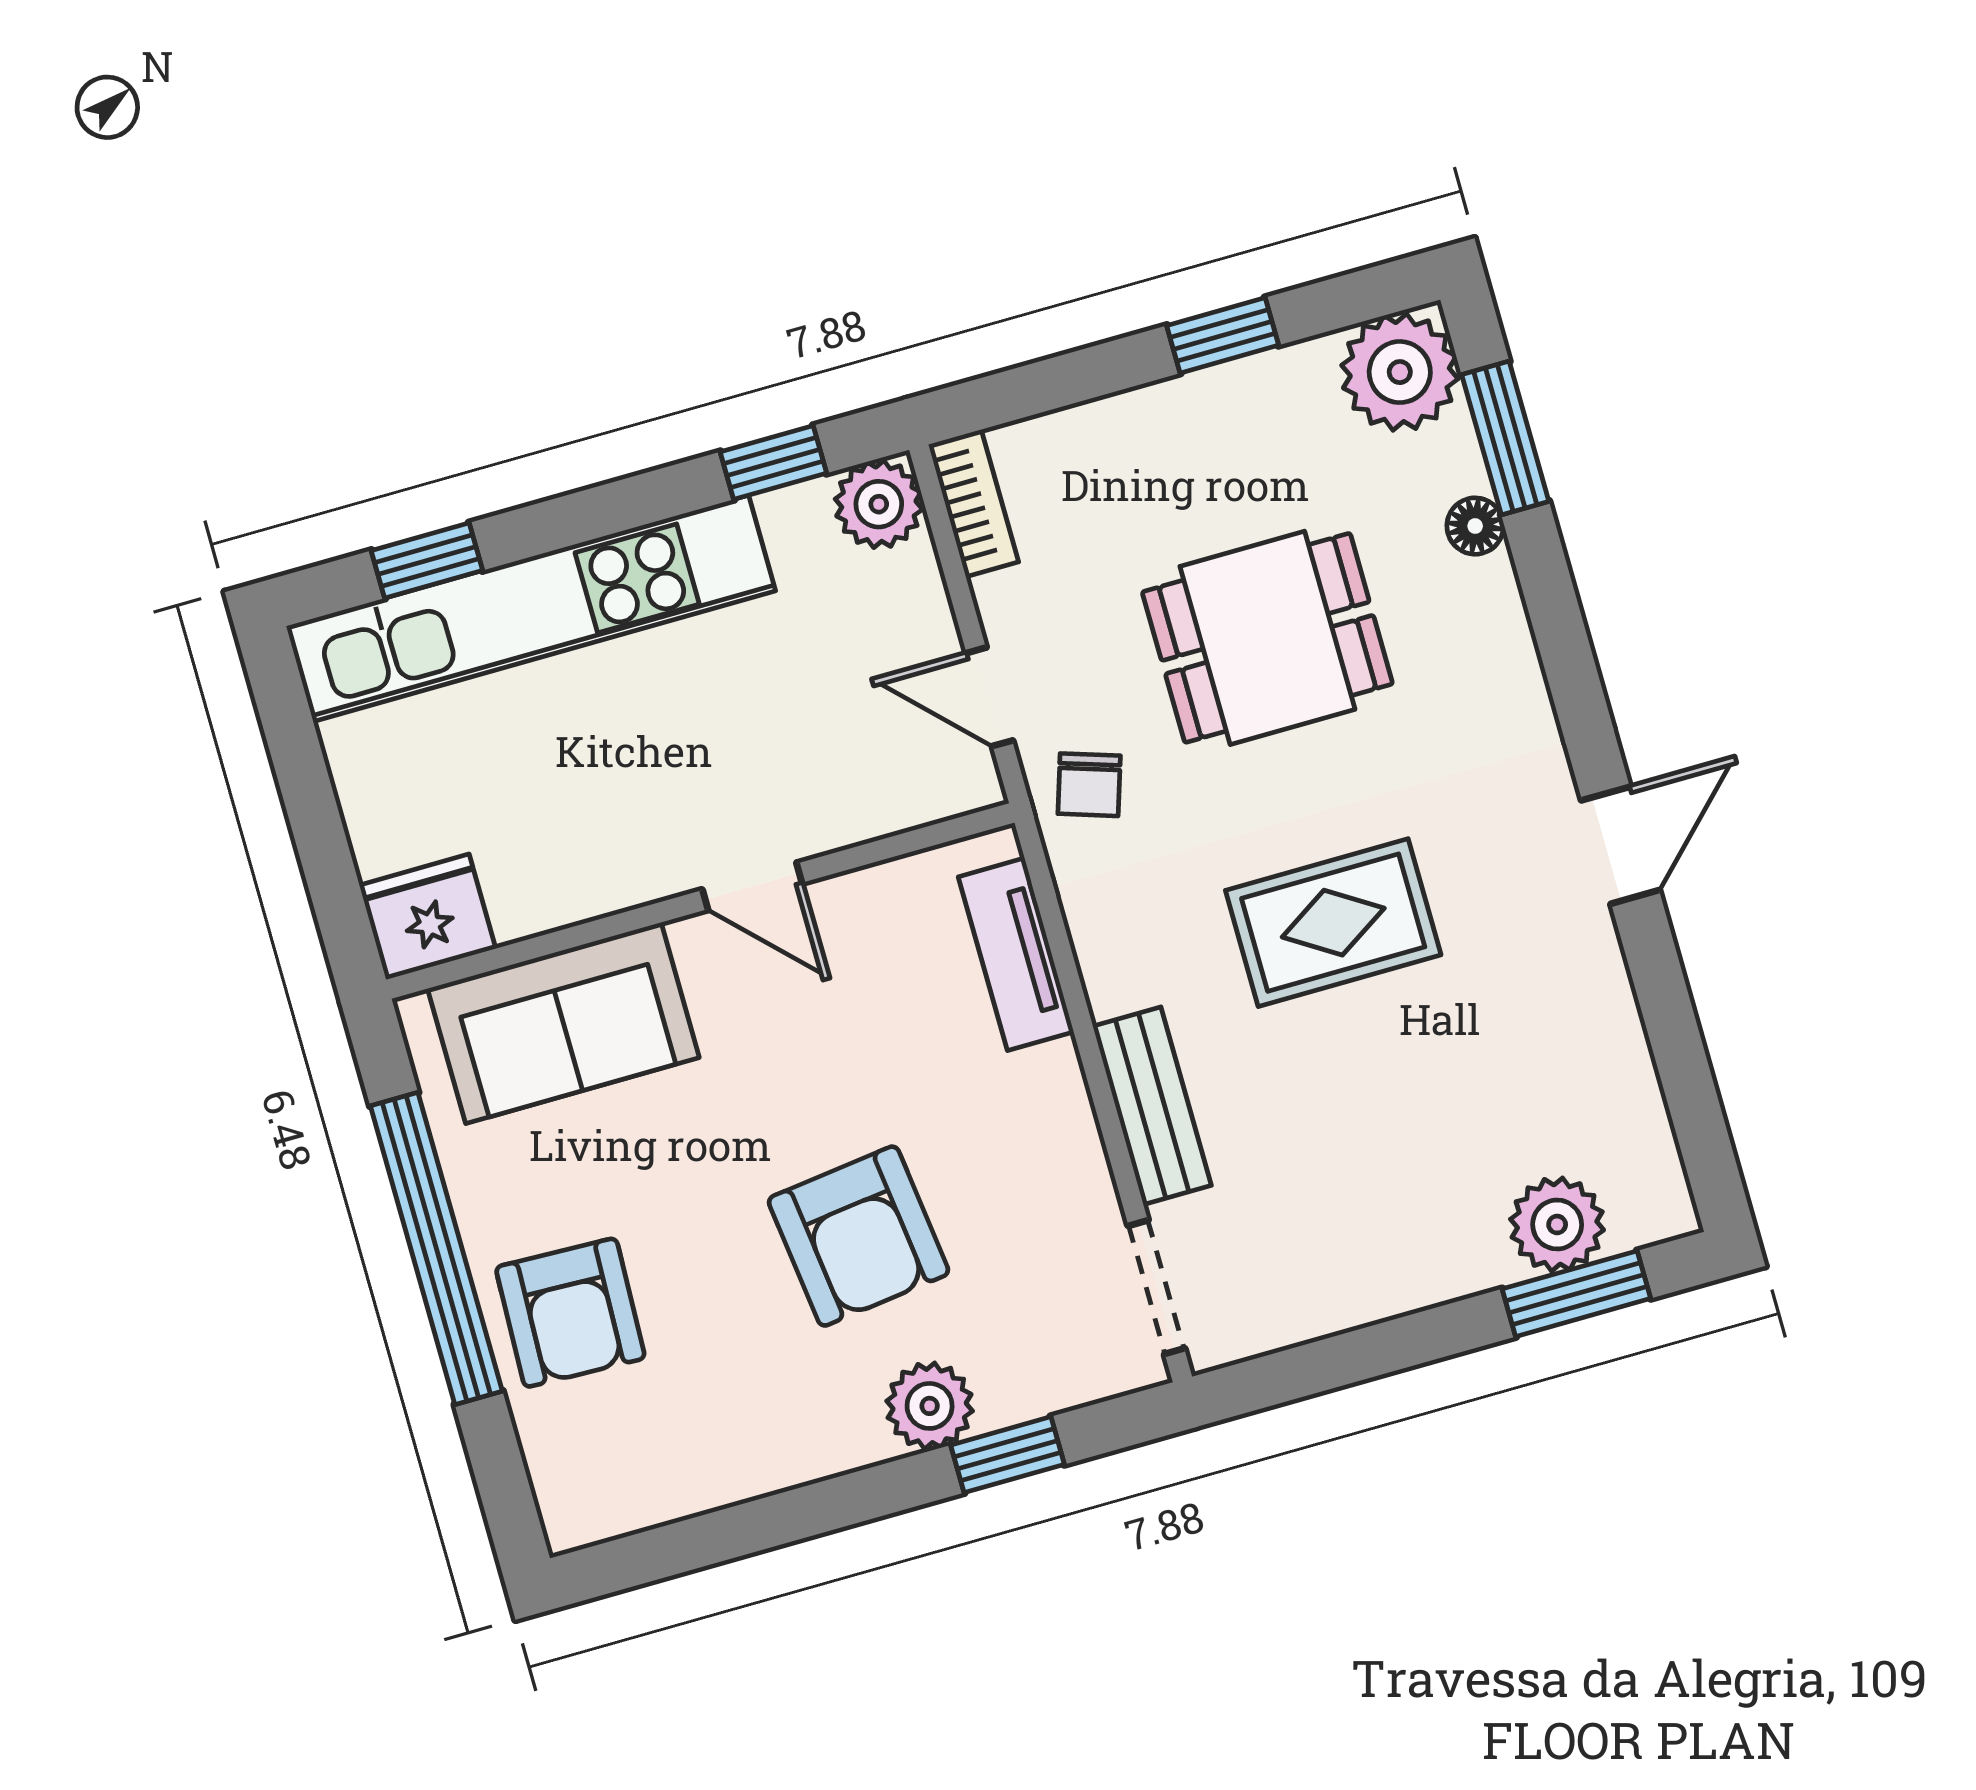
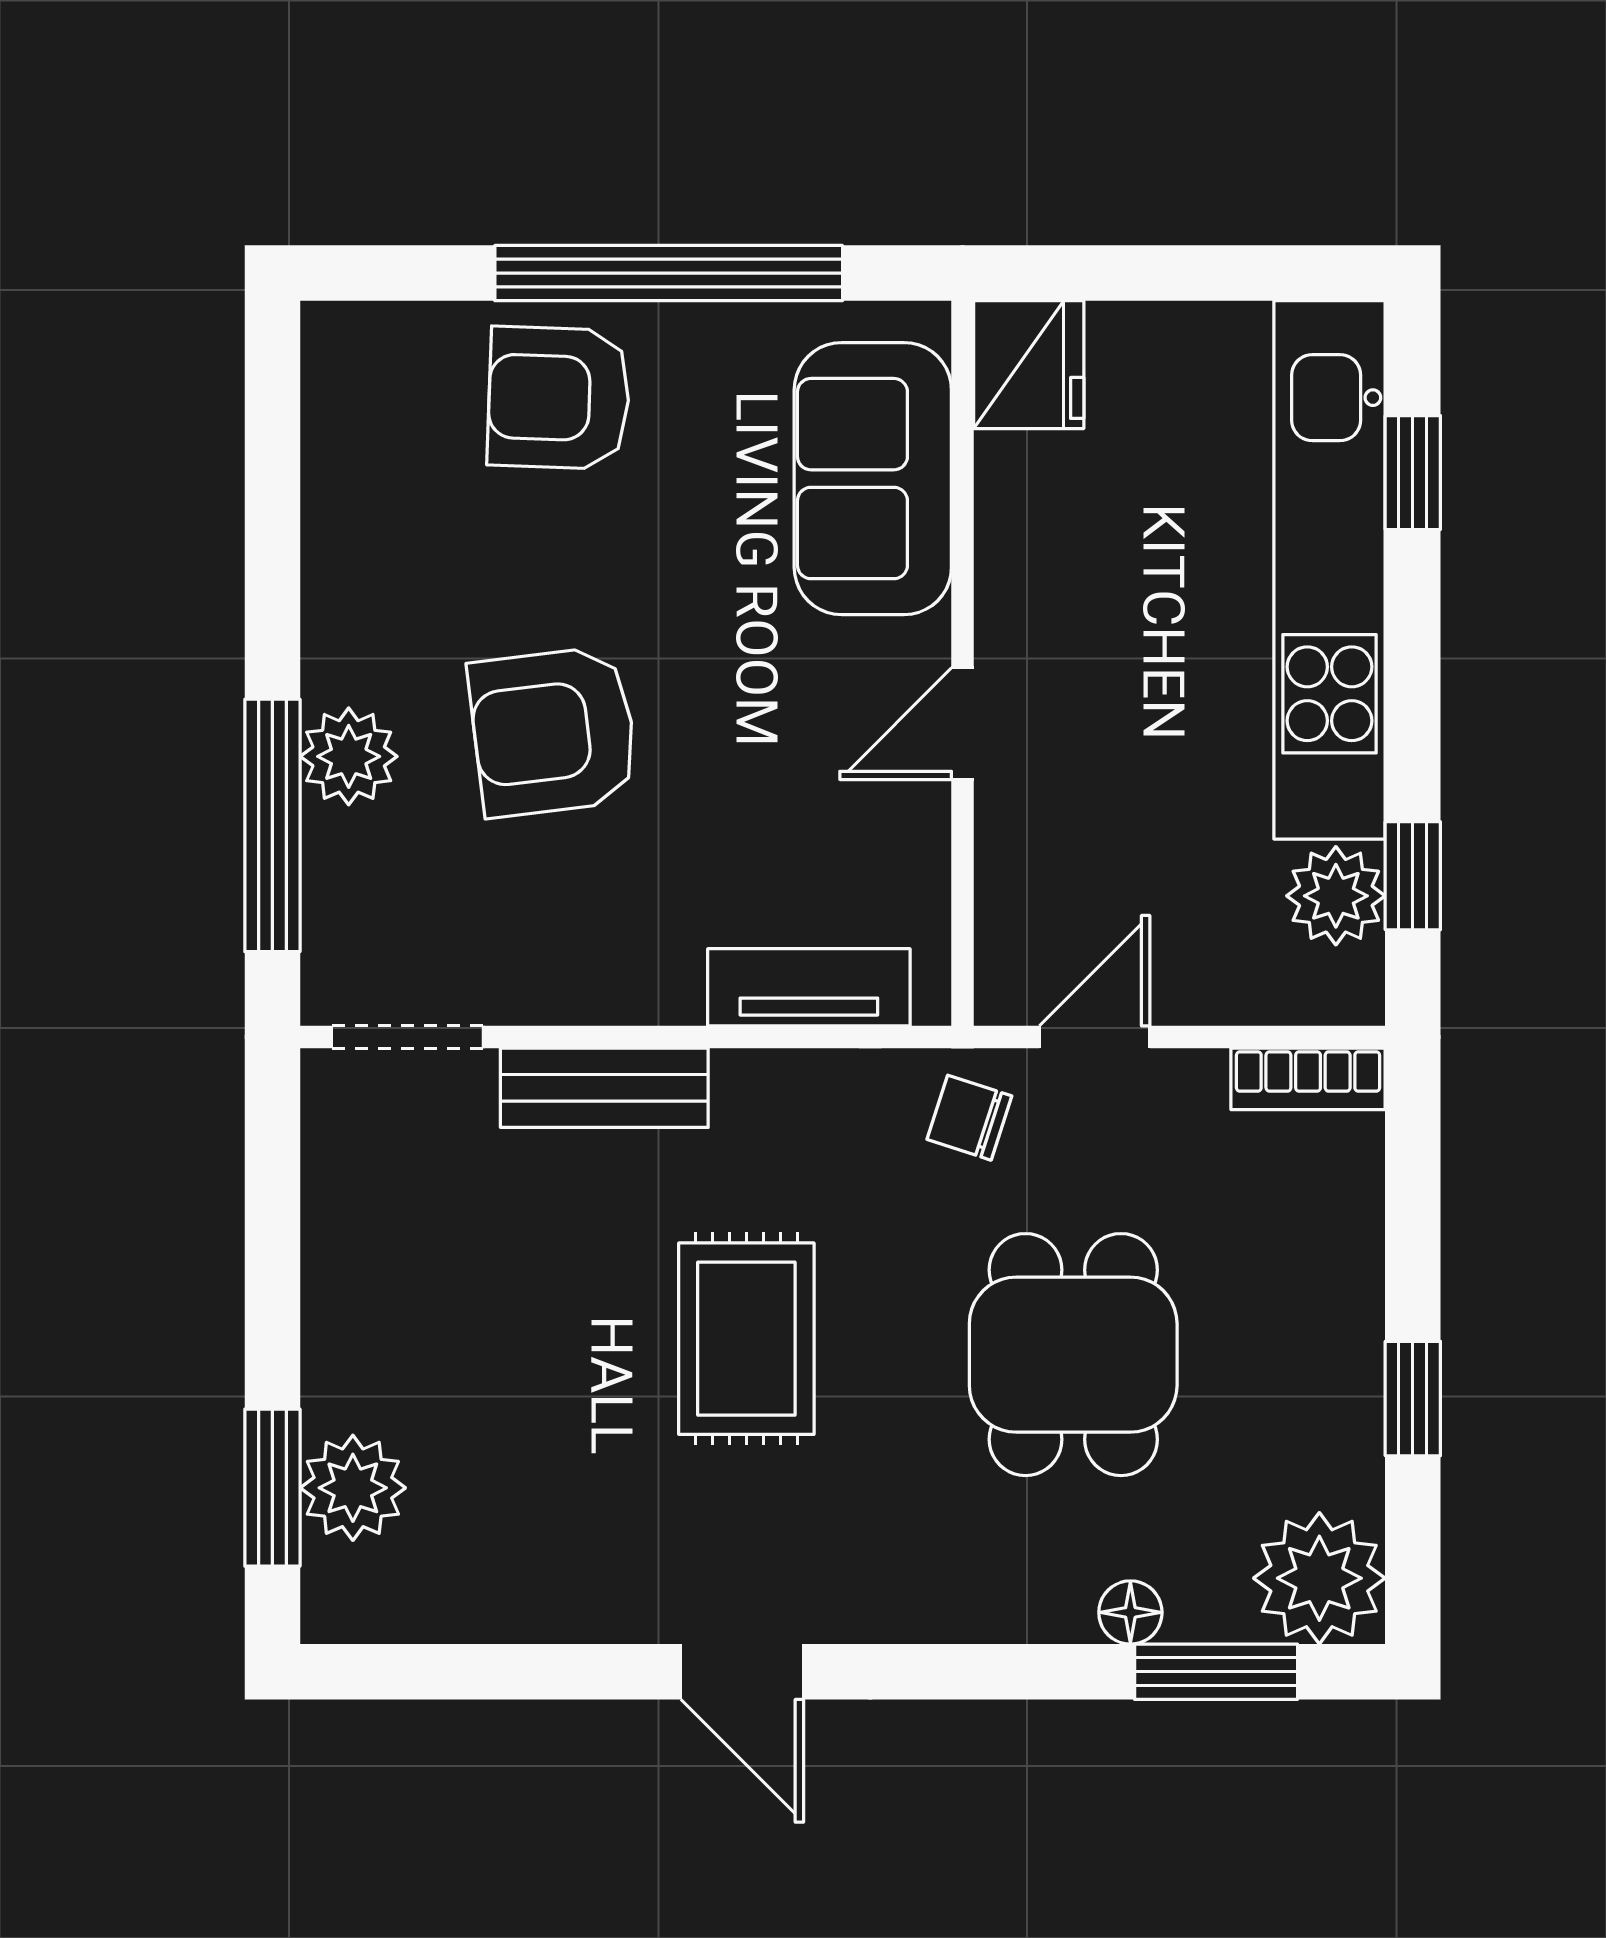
plant: (879, 504) -> (1336, 896), moved
window: (1007, 1455) -> (272, 825), width x2.17

